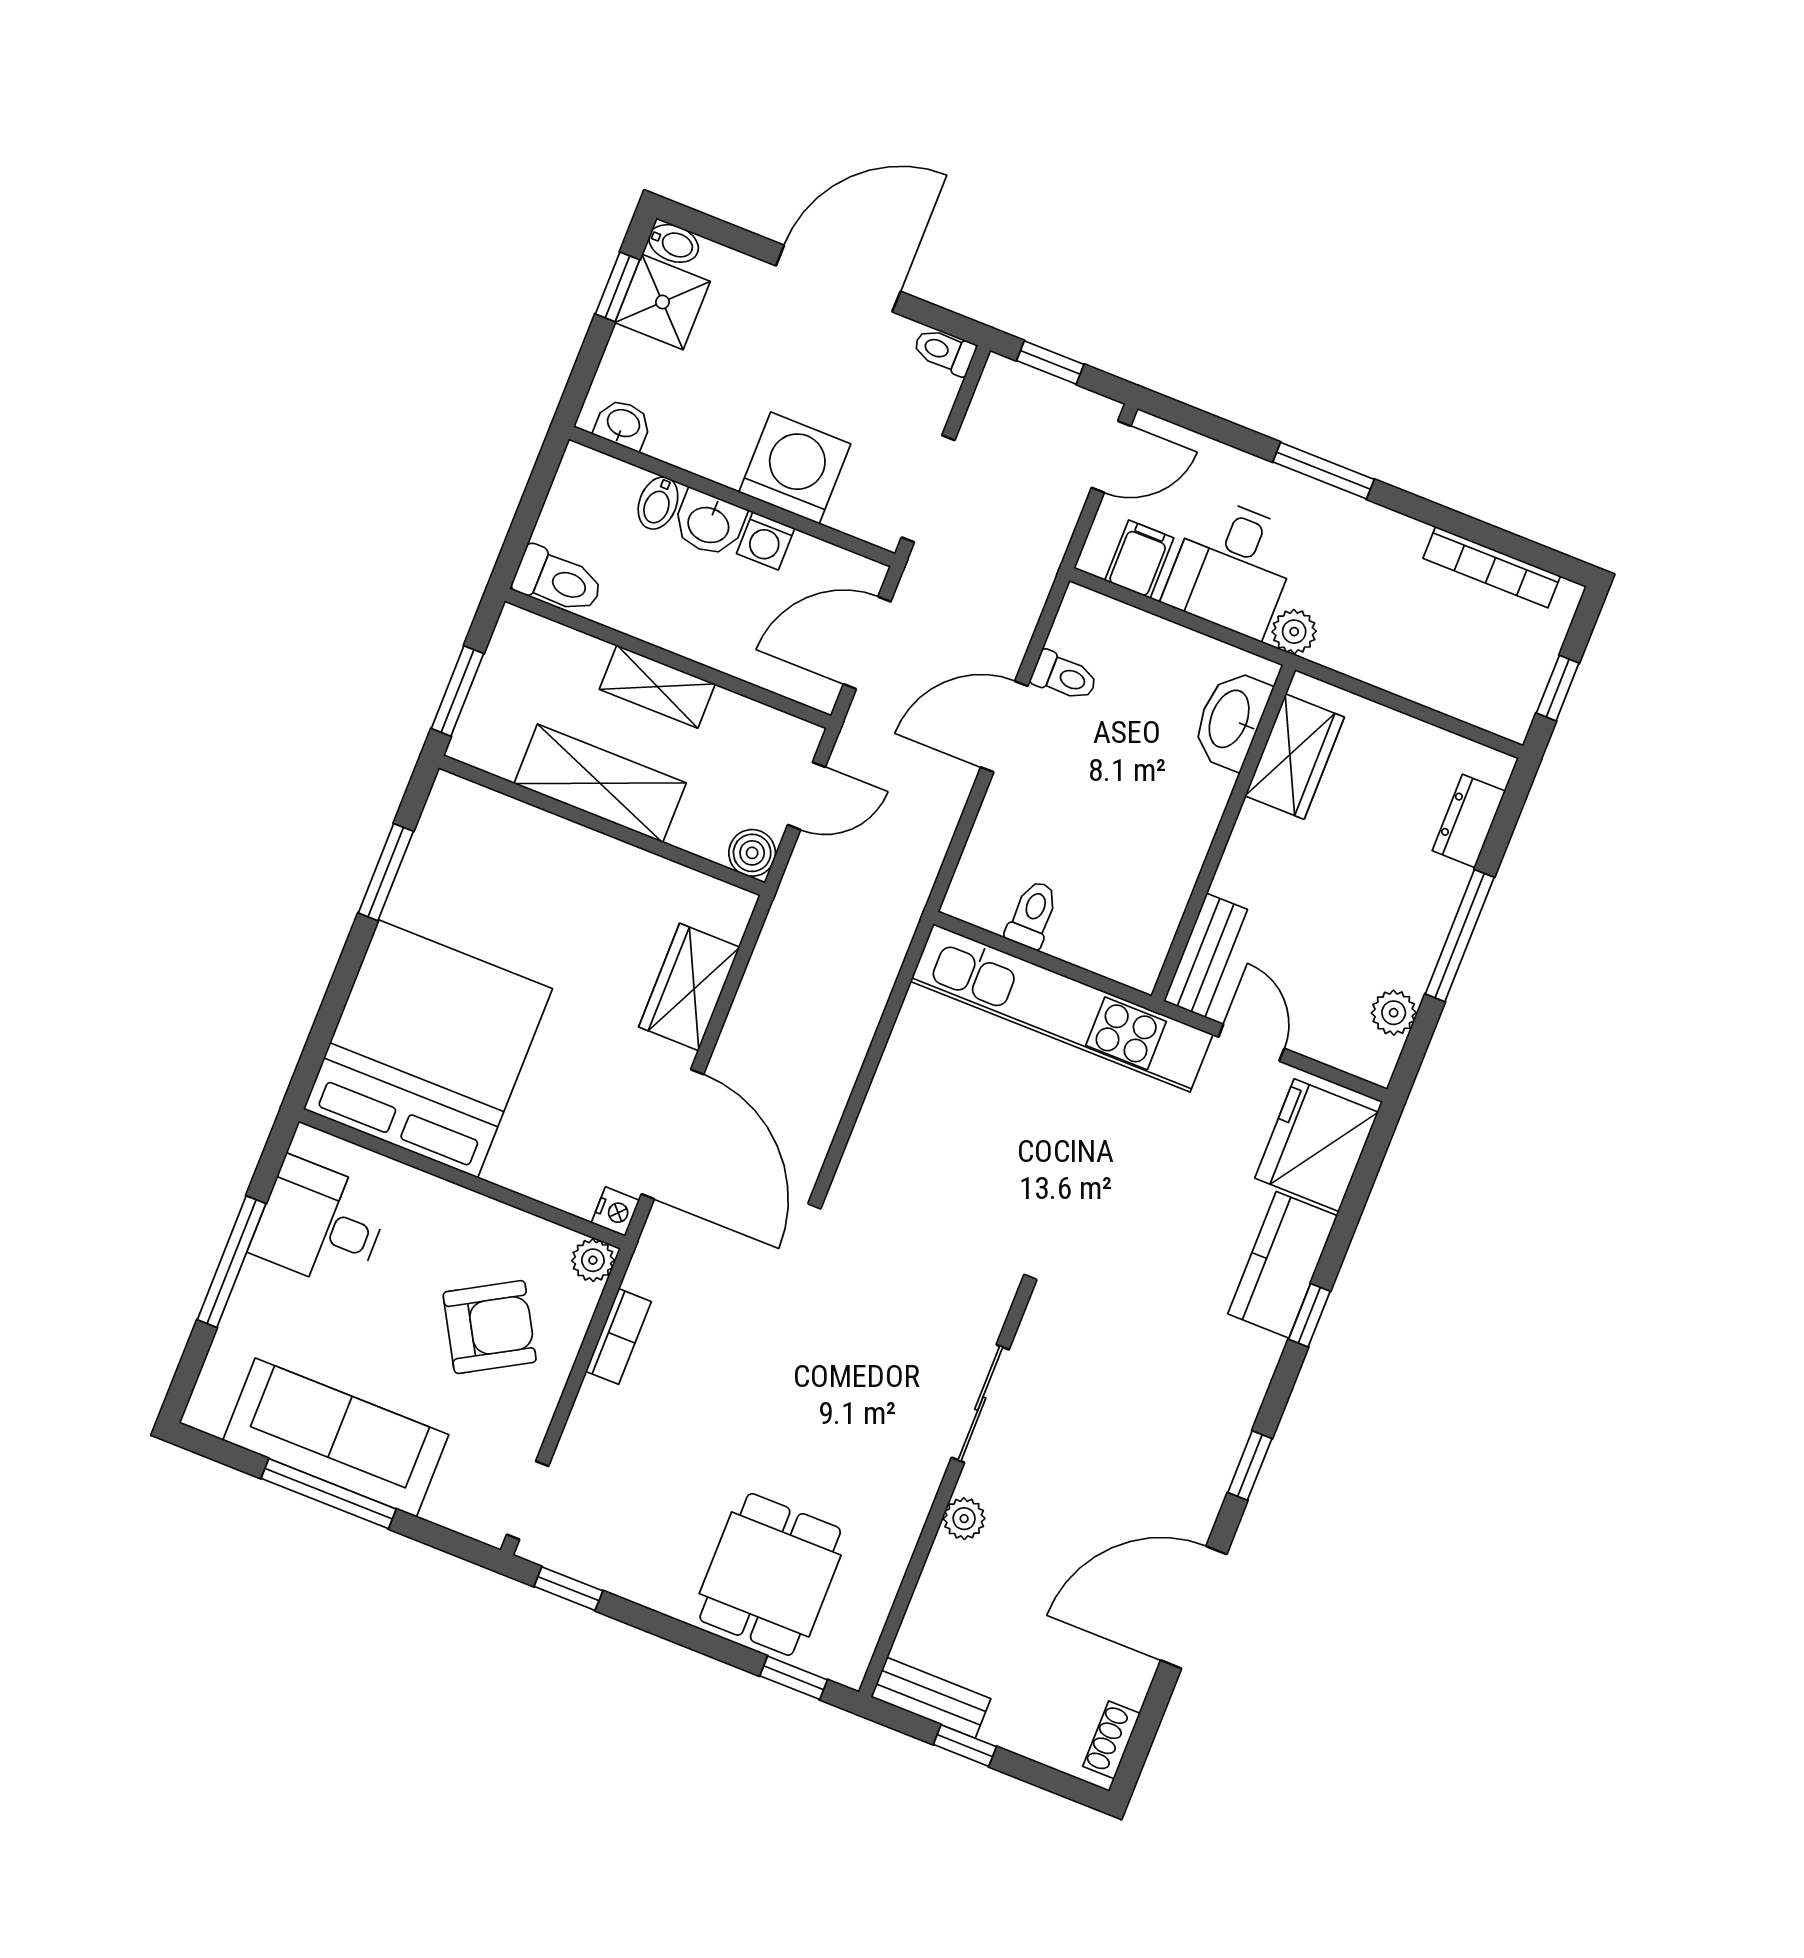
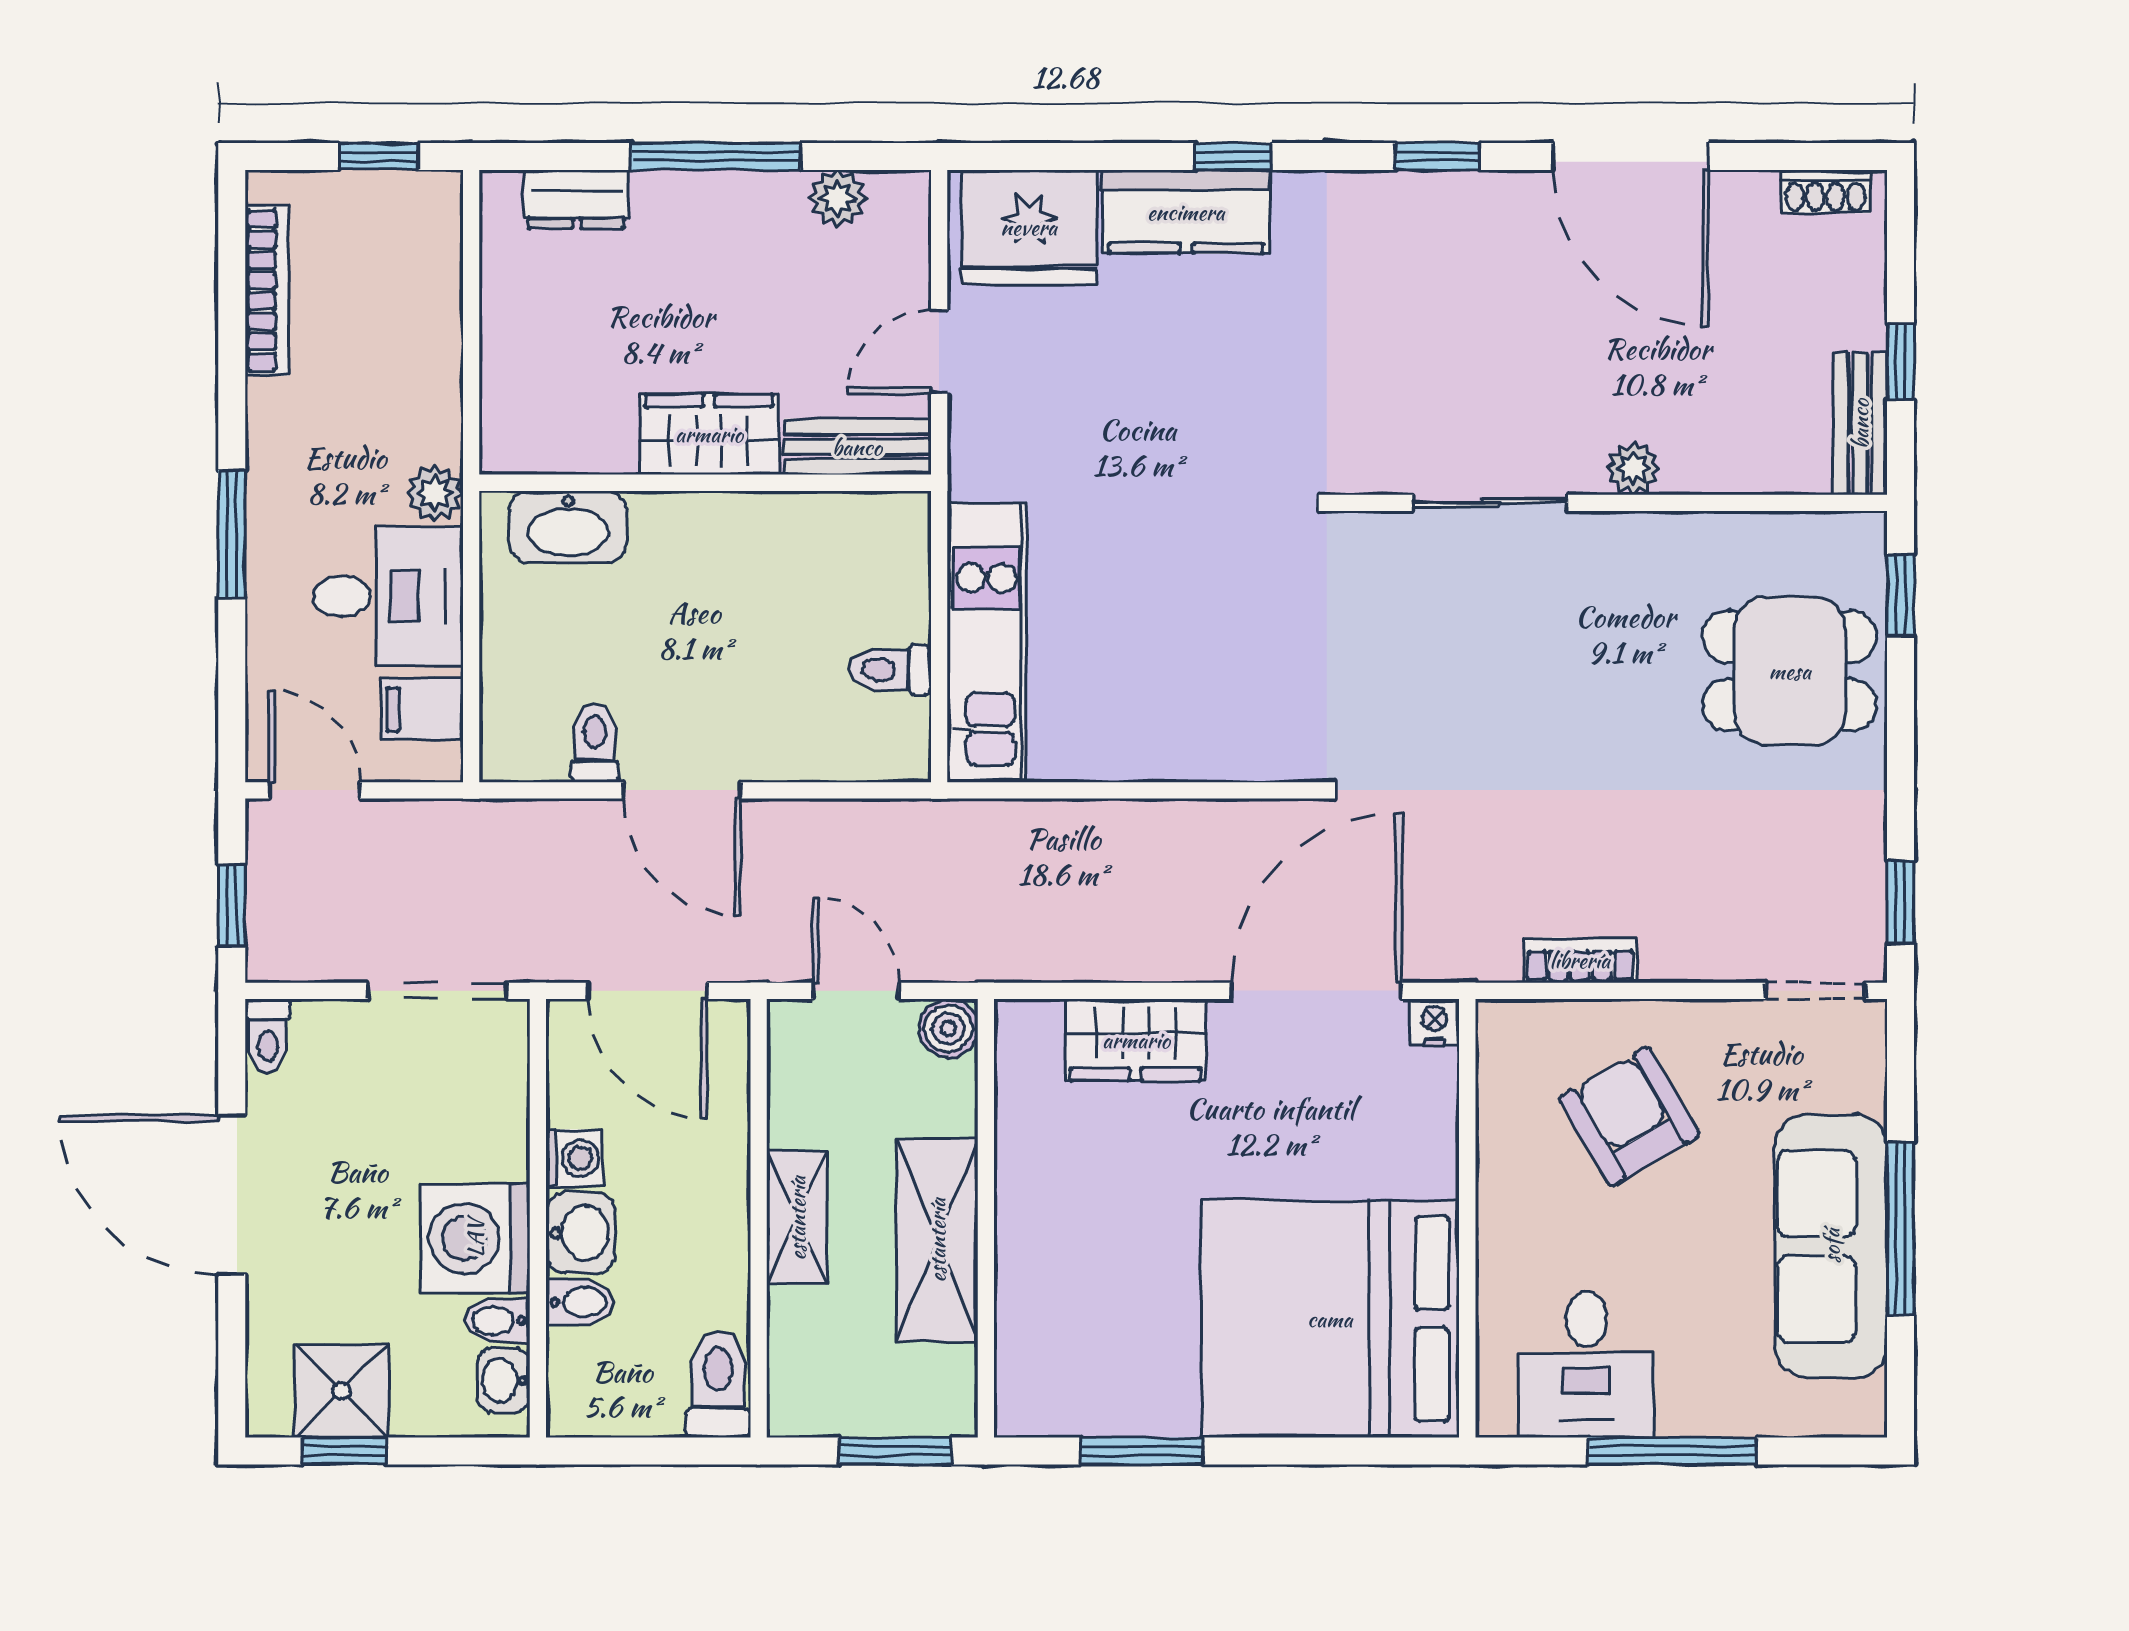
bidet: (674, 243) -> (497, 1320), moved, turned -90
washing machine: (795, 468) -> (475, 1238), moved
wardrobe: (1295, 757) -> (709, 434), moved
kitchen unit: (1062, 1008) -> (987, 642), width x0.73
plant: (593, 1260) -> (1502, 1026), removed

